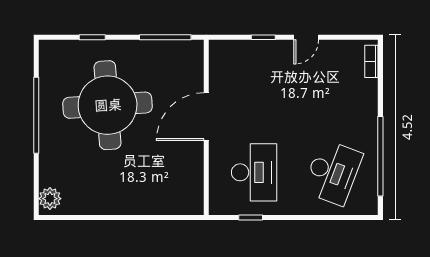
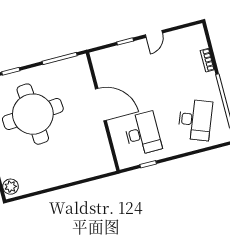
bookcase: (371, 61) -> (207, 60), moved
door: (206, 117) -> (101, 105), swing flipped

